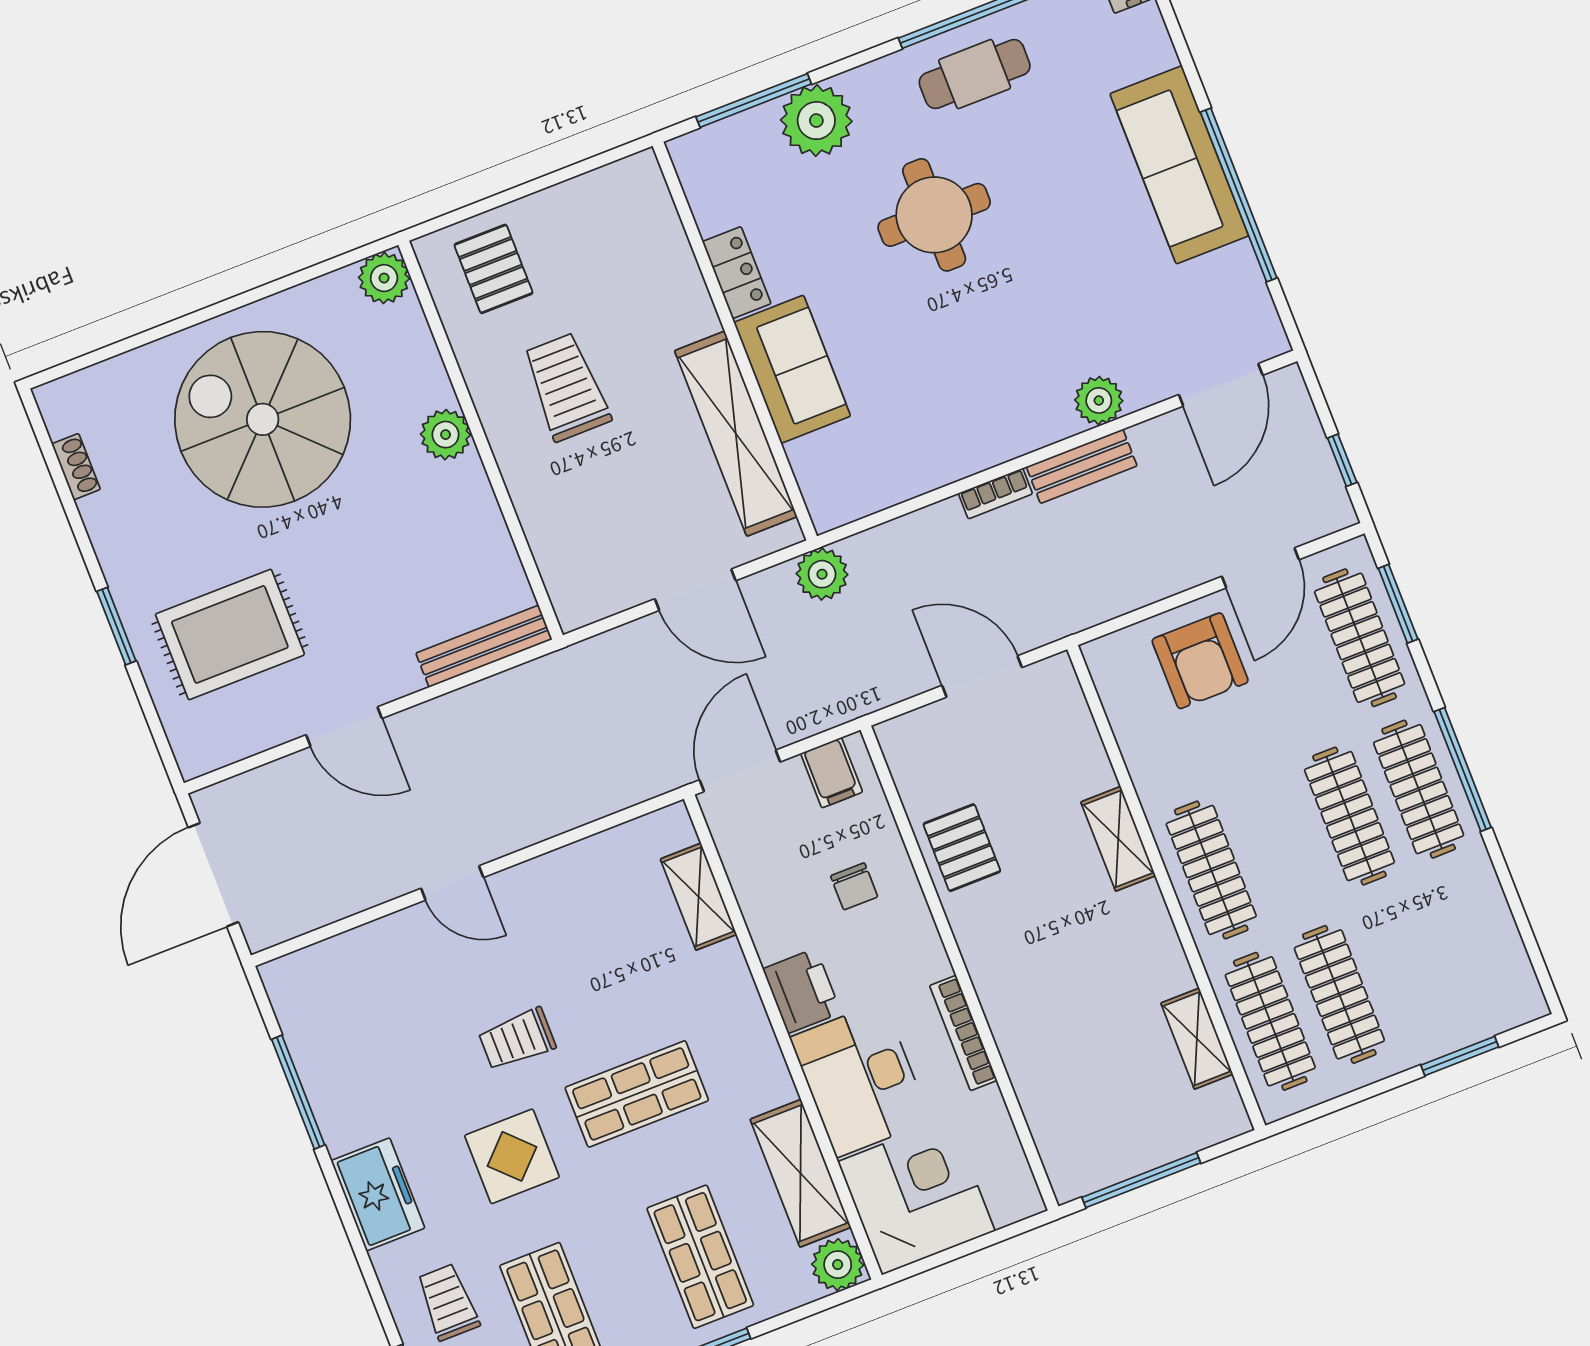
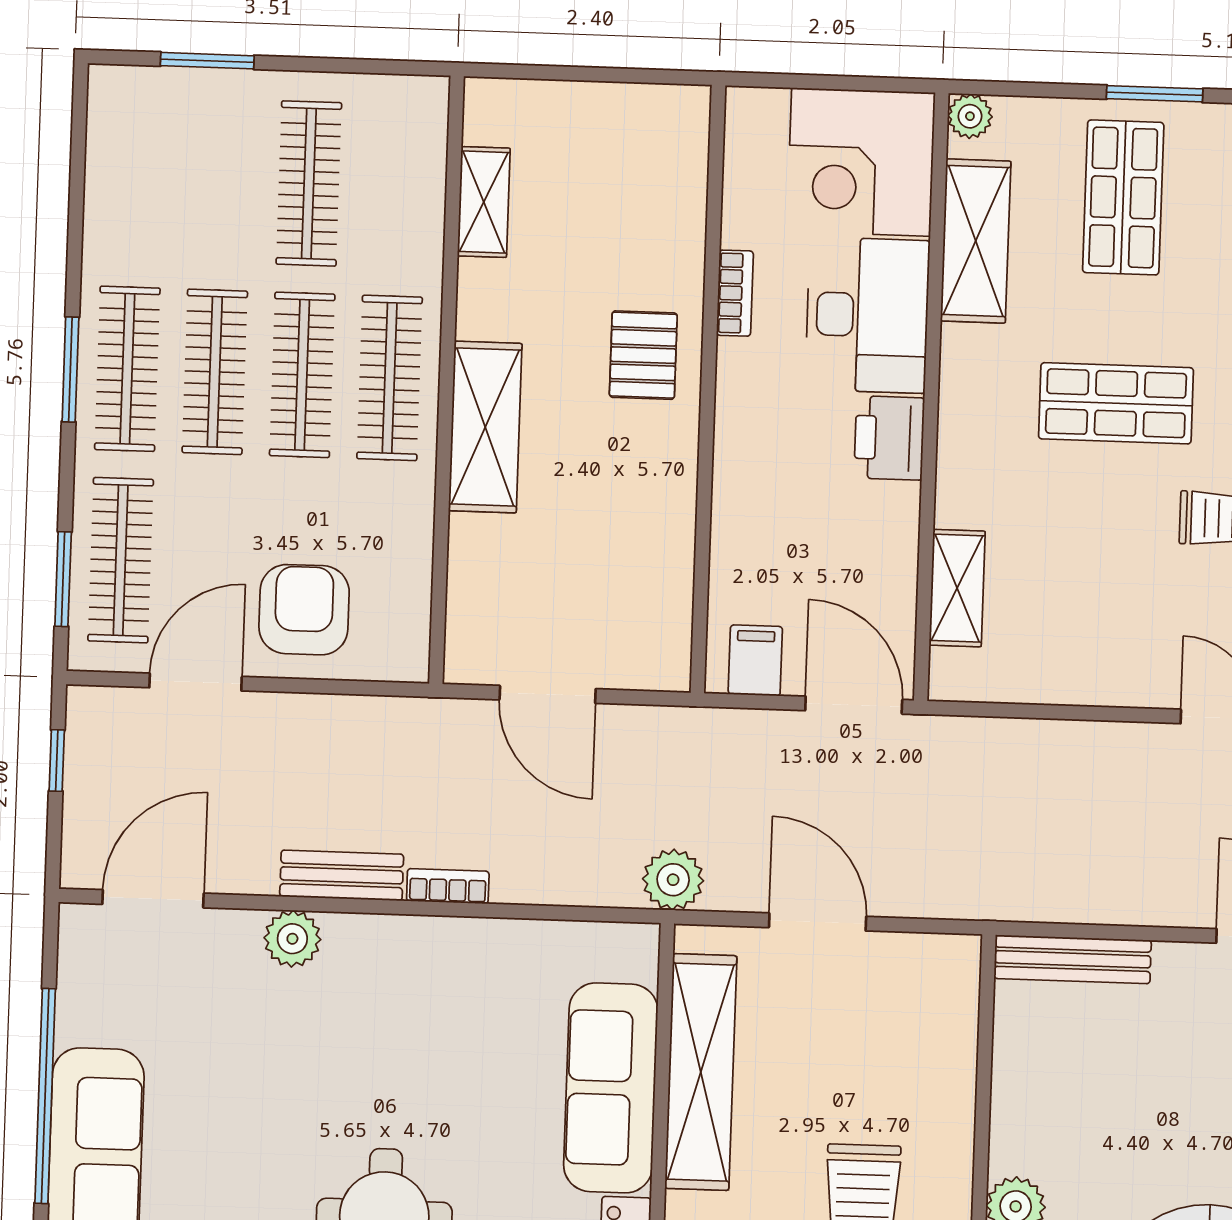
sofa: (792, 369) -> (611, 1088), width x1.36
window: (1463, 769) -> (70, 369), width x0.69
door: (740, 771) -> (854, 705), swing flipped
shelving: (1118, 839) -> (485, 427), width x1.50, depth x1.33
pallet: (962, 848) -> (643, 355), moved
chair: (854, 886) -> (784, 527), removed
clothes rail: (1270, 1021) -> (302, 375), moved
bookcase: (963, 1033) -> (735, 293), width x0.64
window: (1141, 1180) -> (610, 75), removed
plant: (838, 1265) -> (970, 116), width x0.73, depth x0.73

